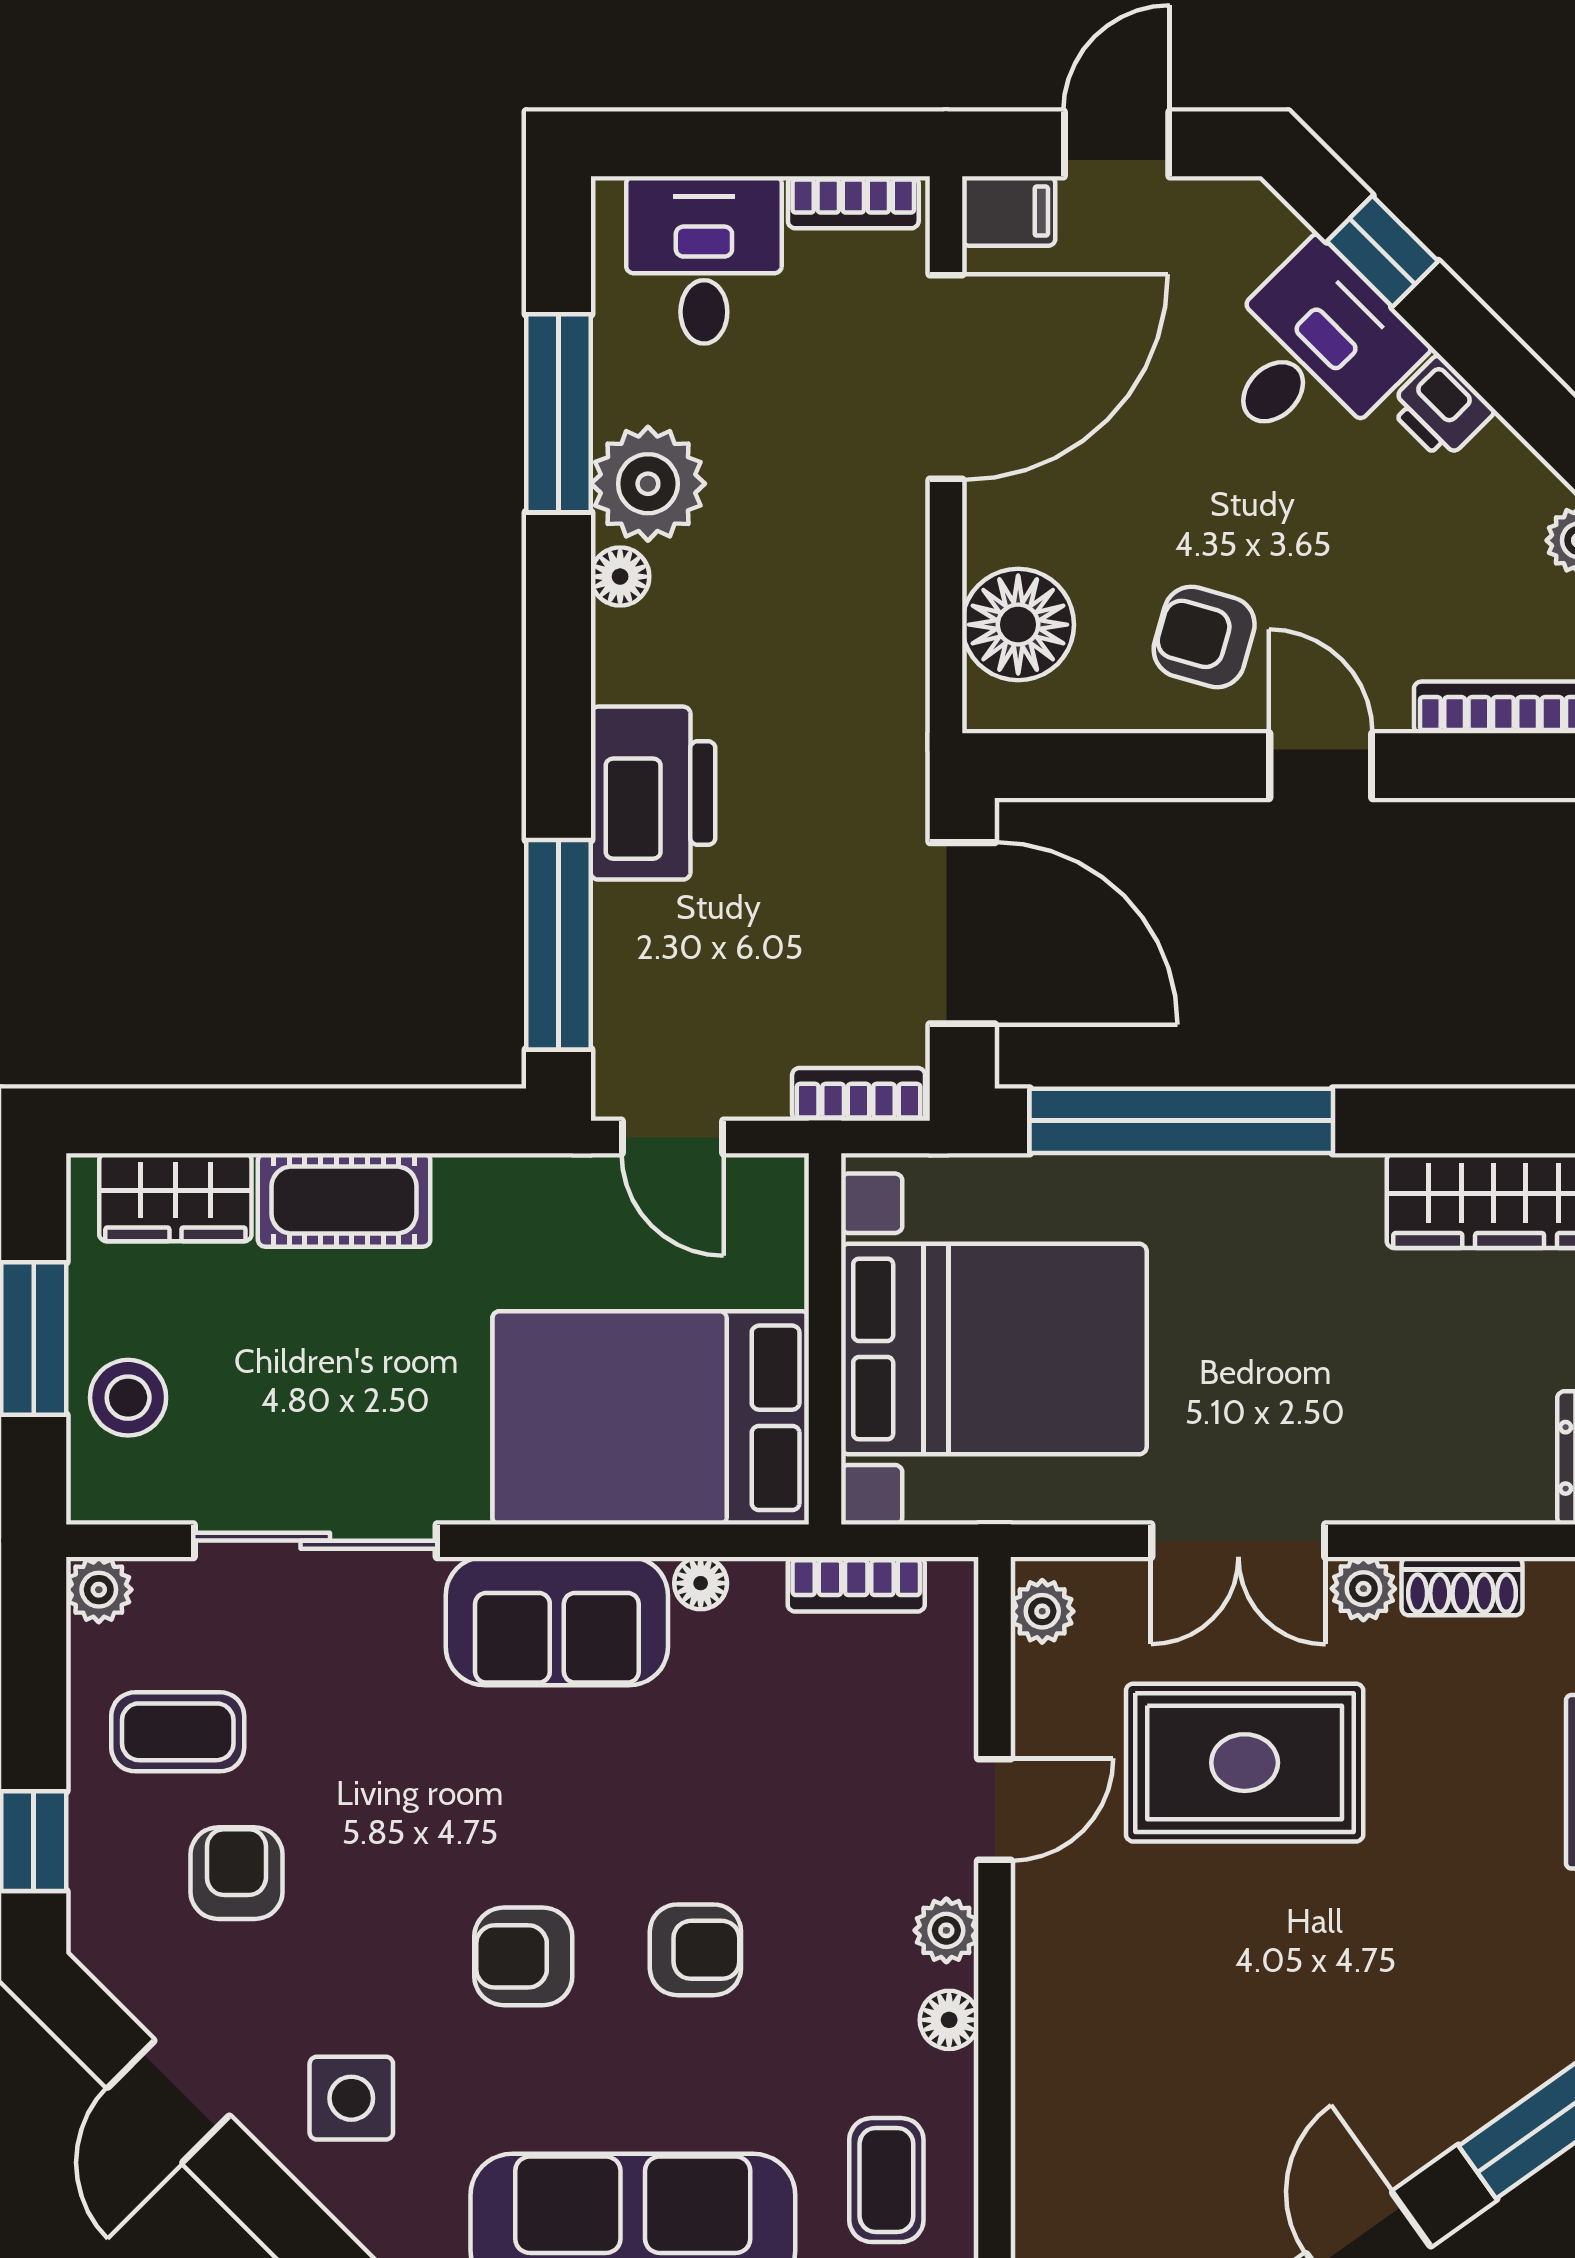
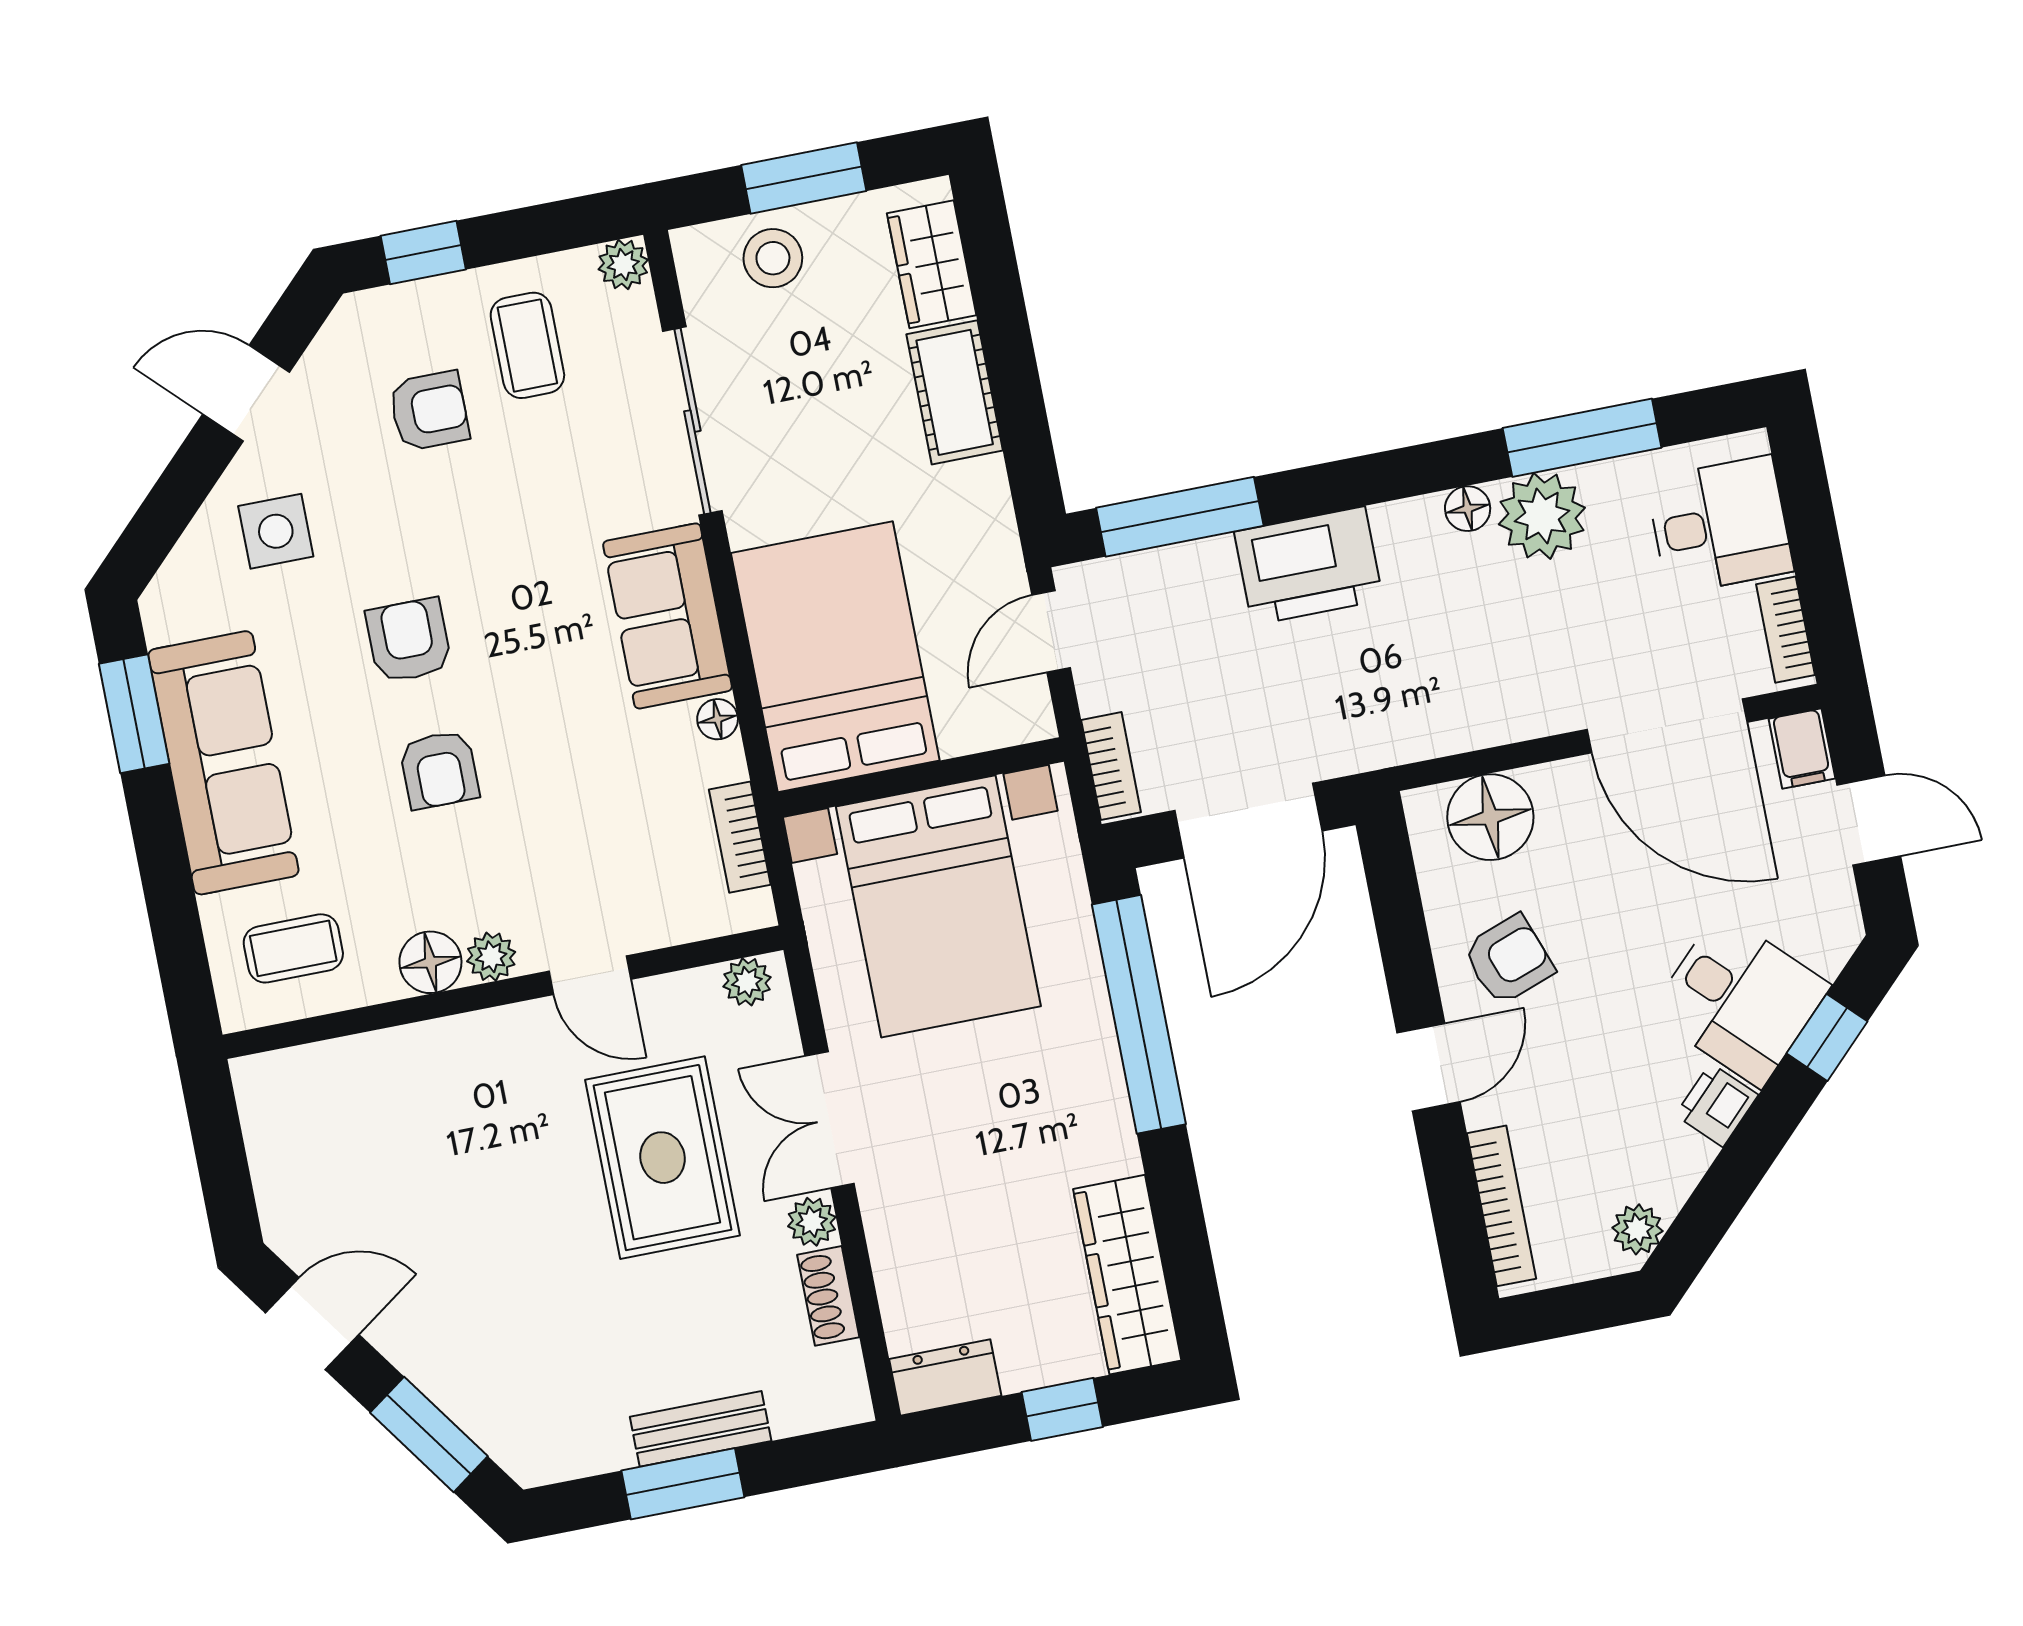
armchair: (1204, 637) -> (1509, 960), turned 54
floor lamp: (949, 2020) -> (430, 962), width x1.37, depth x1.37

